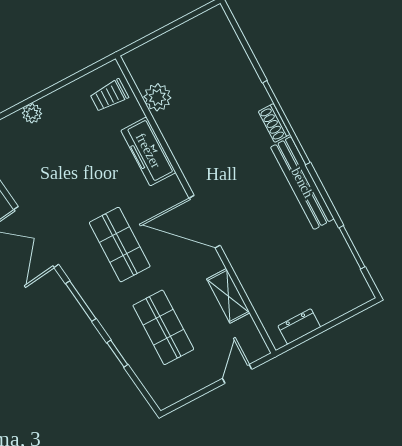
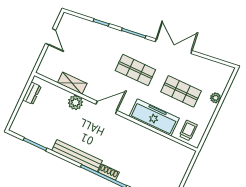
plant: (157, 97) -> (75, 103), moved
freezer: (148, 151) -> (154, 117), width x1.36, depth x1.26
door: (205, 222) -> (106, 107), width x0.73
shop shelf: (163, 327) -> (181, 91), moved
door: (237, 374) -> (51, 37), moved

